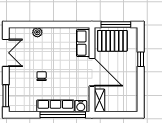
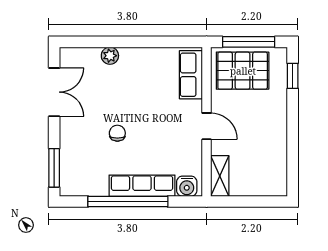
window: (141, 59) -> (293, 76), moved
door: (92, 72) -> (207, 126), width x0.53
window: (63, 115) -> (128, 202), moved

